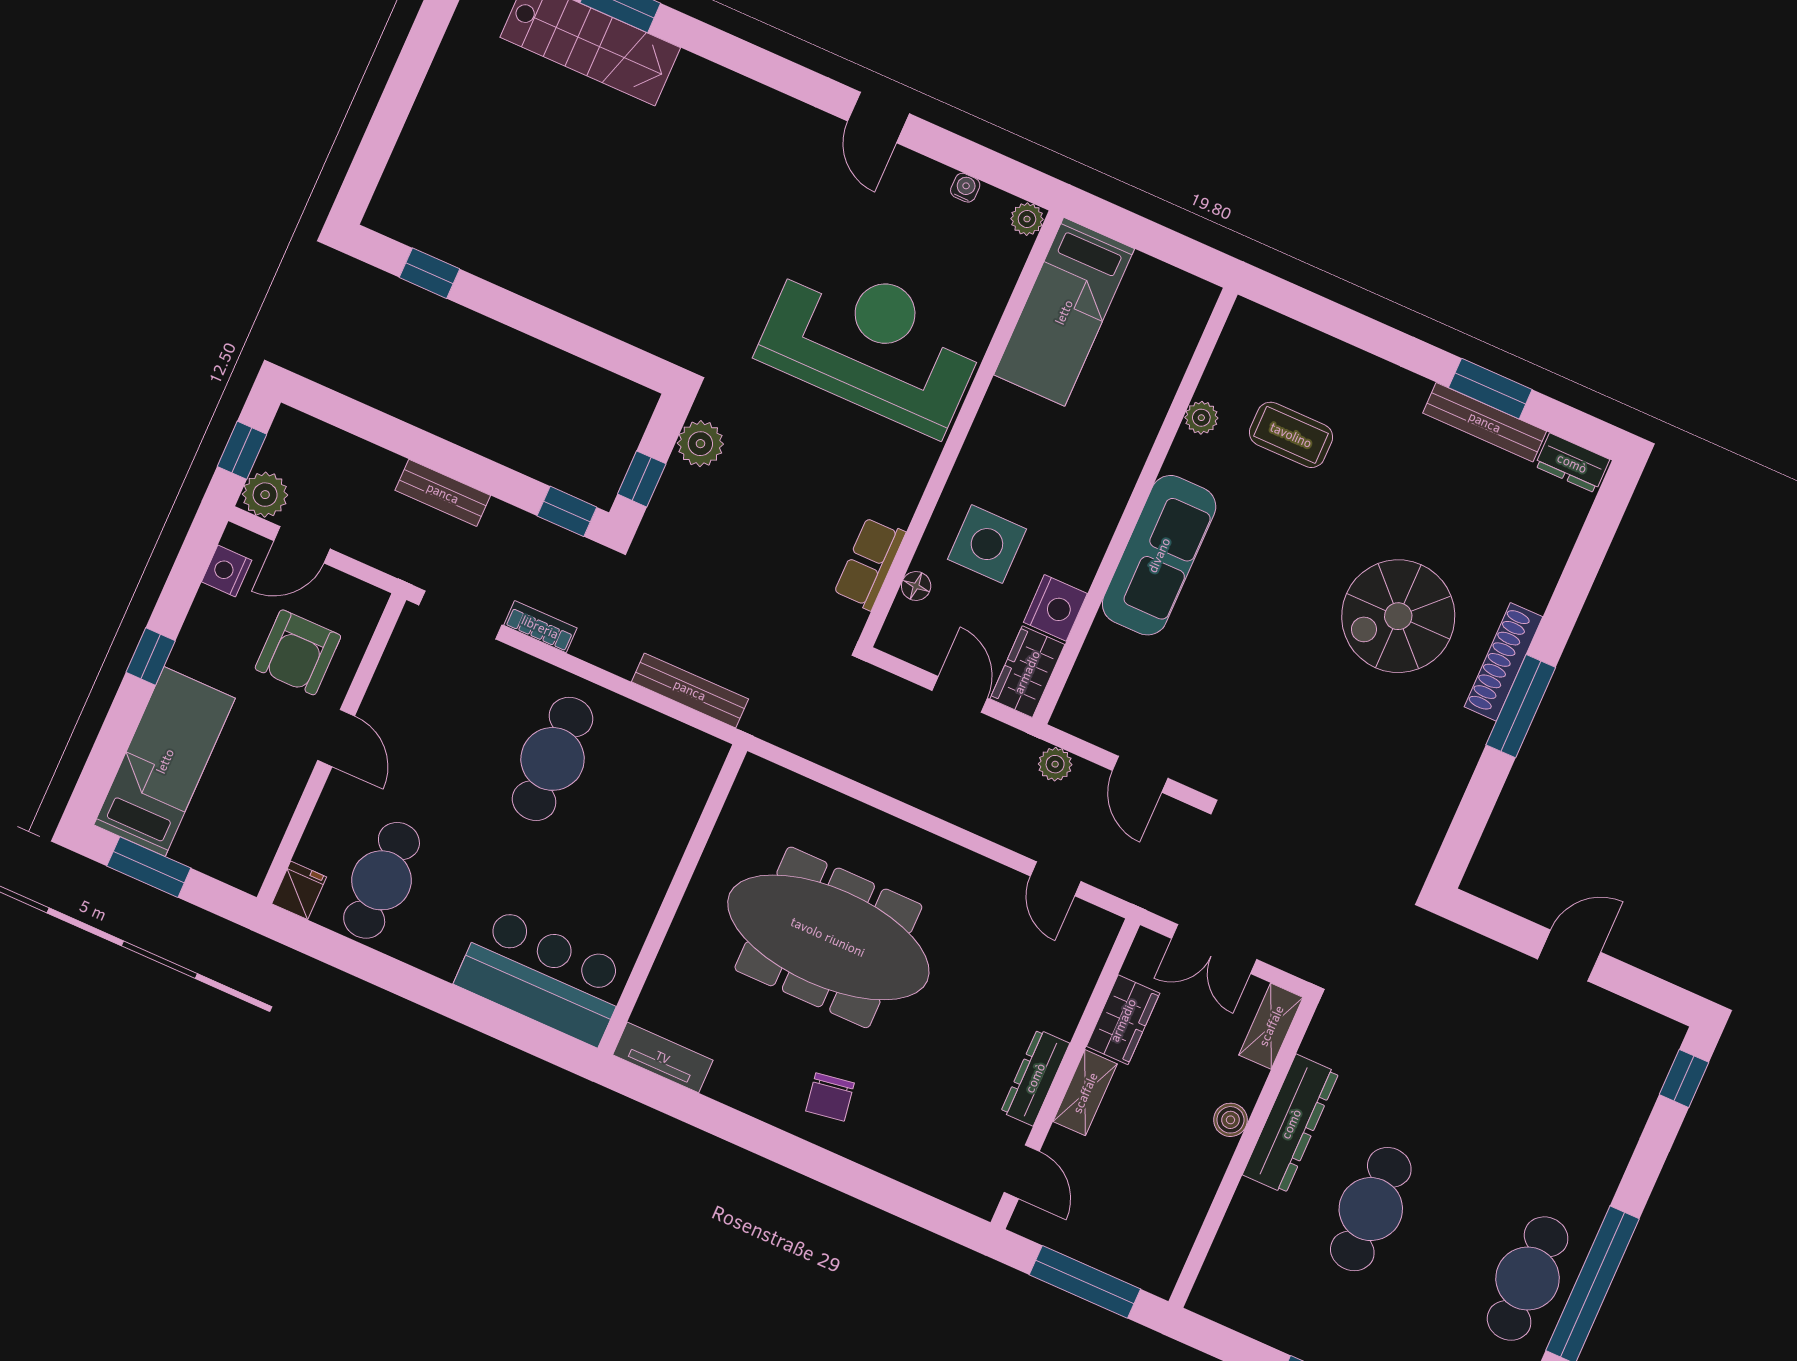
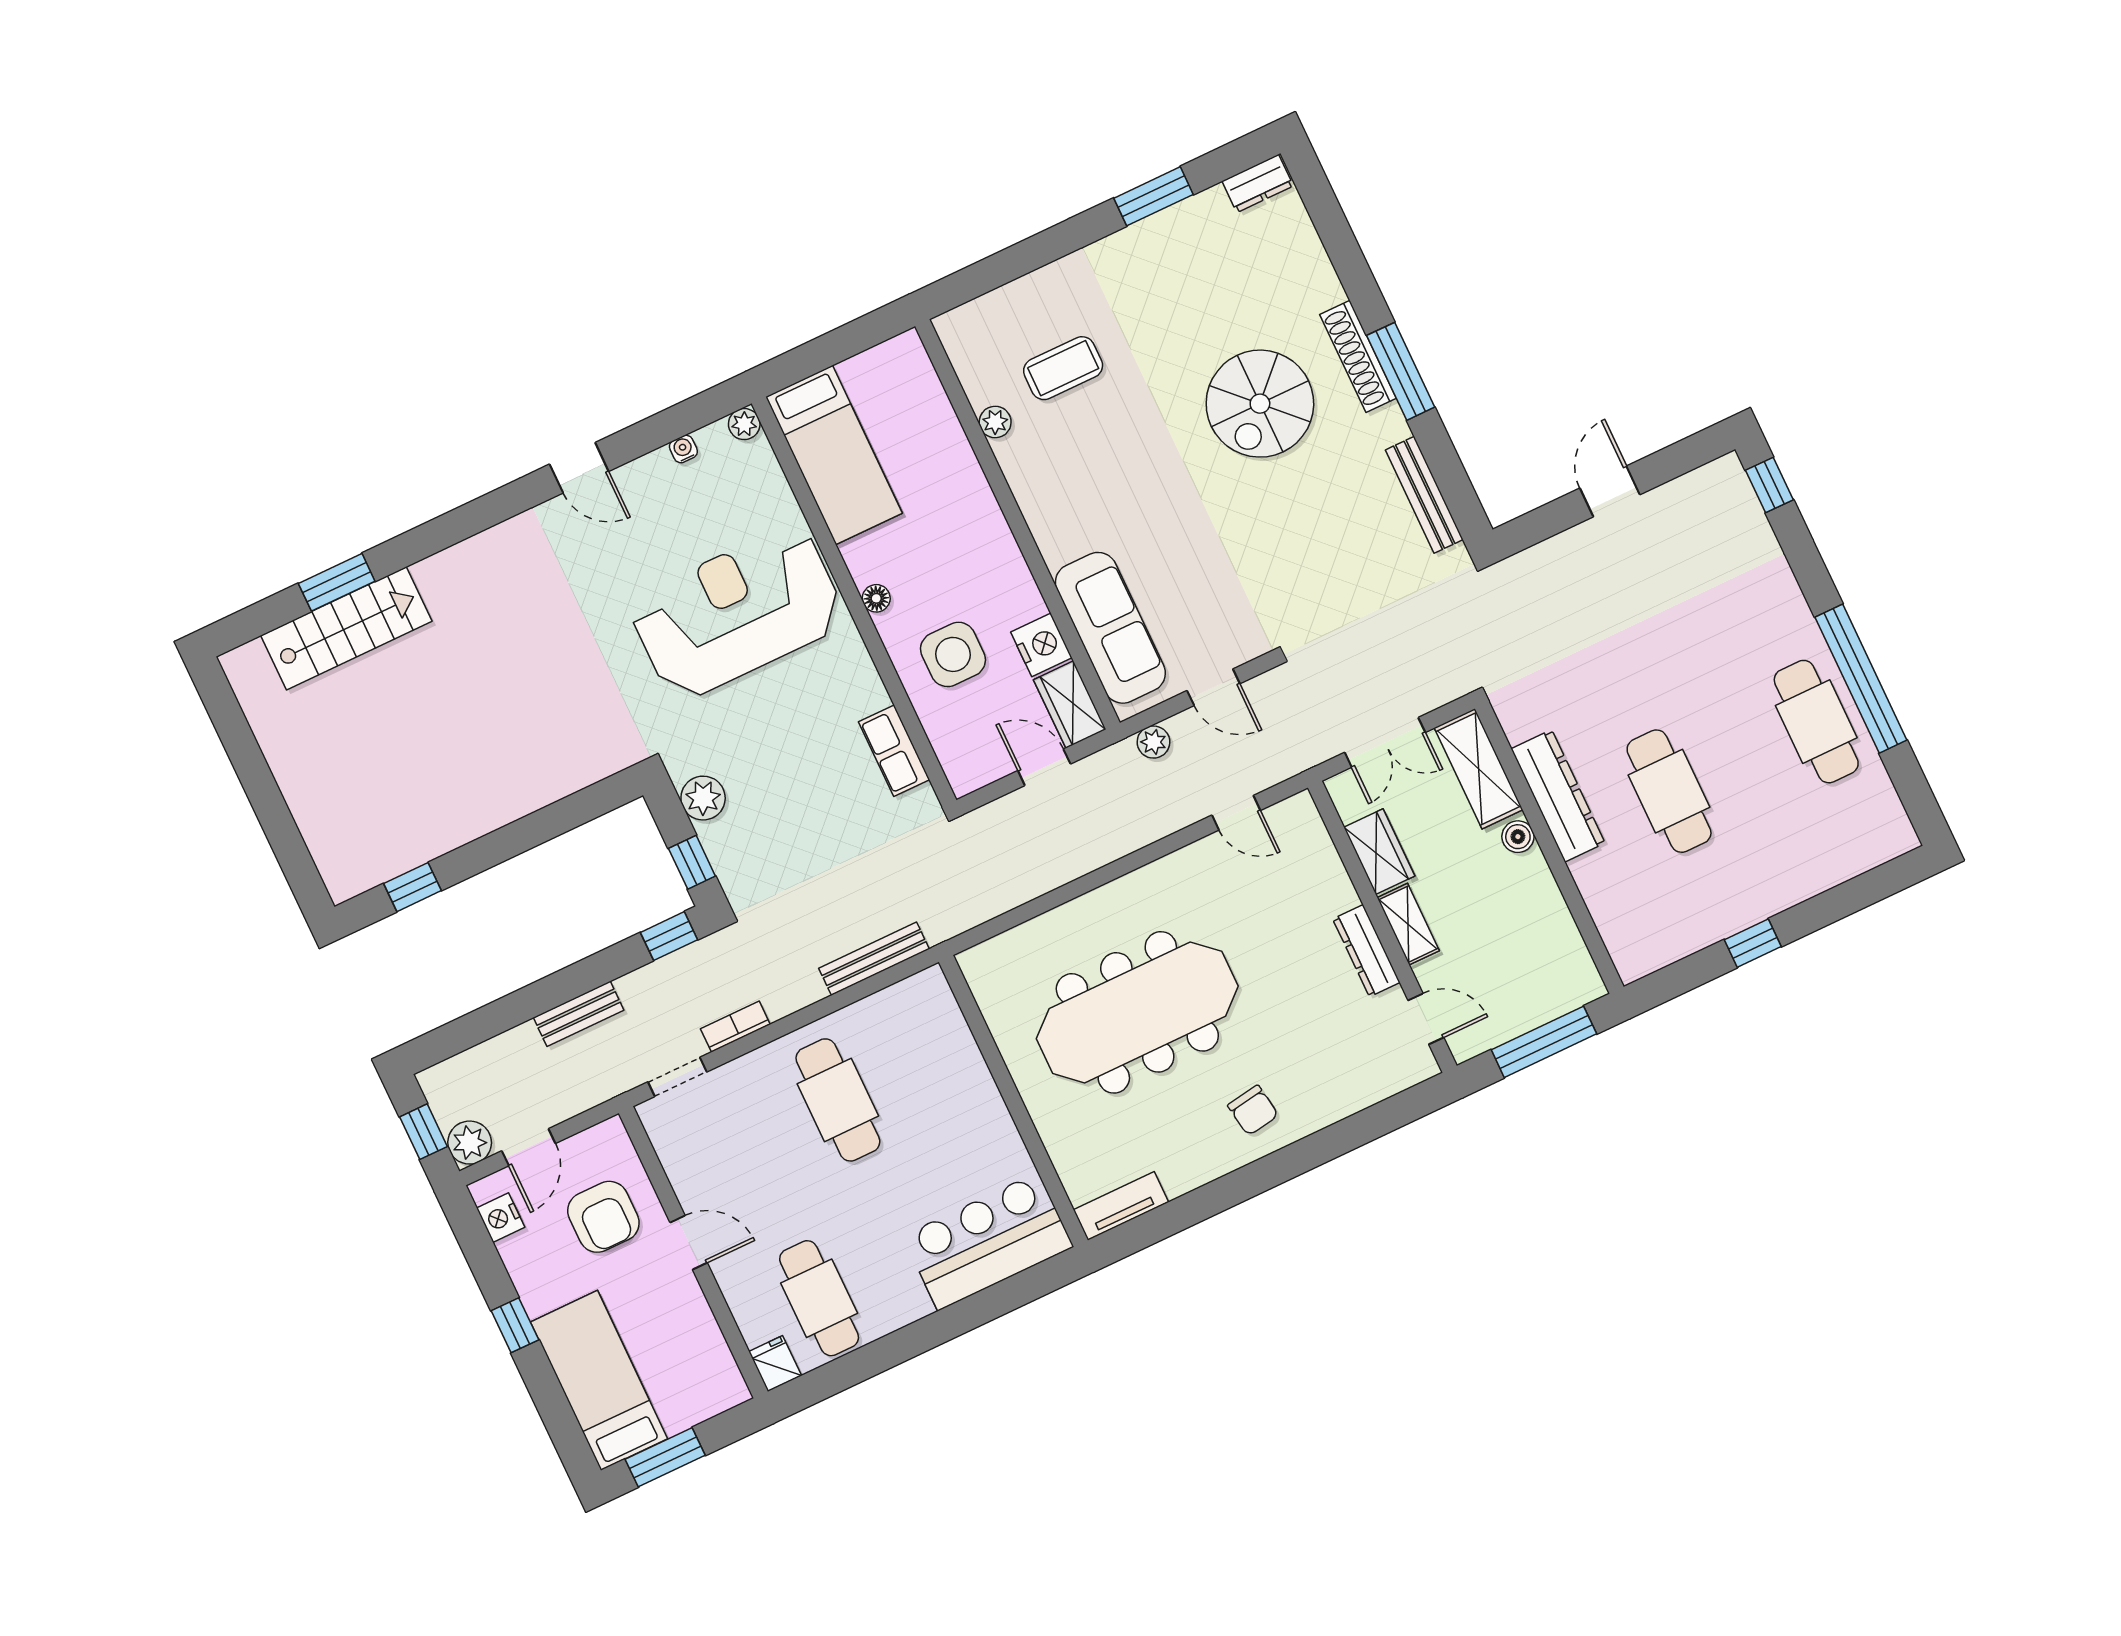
bench: (1485, 422) -> (1424, 495), moved, turned 90
sofa: (1159, 555) -> (1110, 628), moved
floor lamp: (916, 586) -> (876, 598), moved
doorway: (460, 615) -> (677, 1077), width x0.73
shelving: (1271, 1026) -> (1479, 769), width x1.50, depth x1.33

